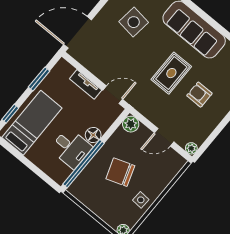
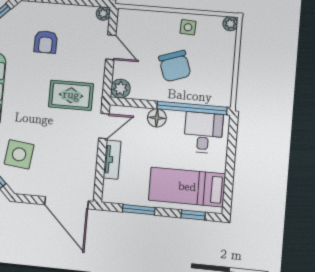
rug: (171, 73) -> (71, 95), moved
door: (113, 95) -> (104, 126), swing flipped
desk: (71, 148) -> (203, 133), moved

